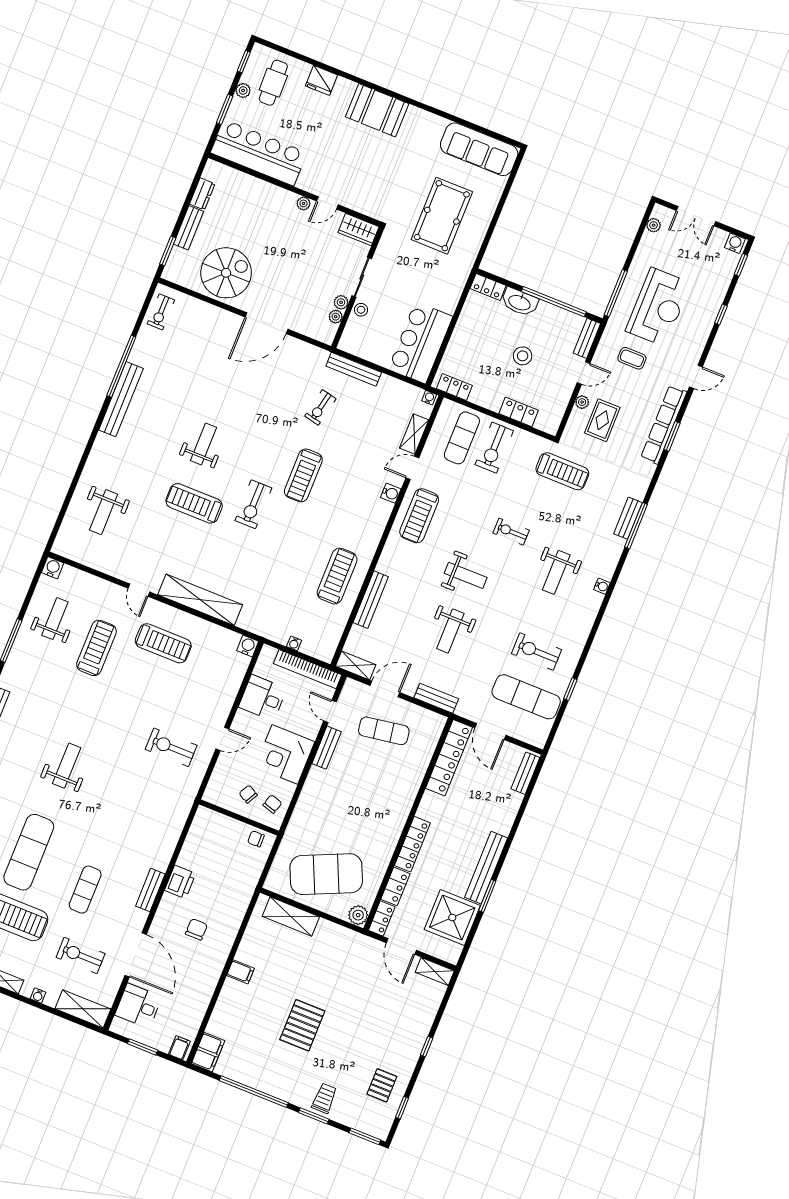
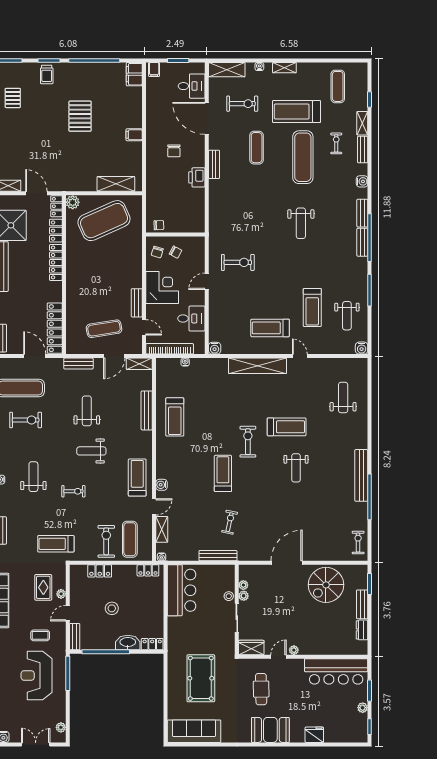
cafe table: (273, 83) -> (261, 689), moved

